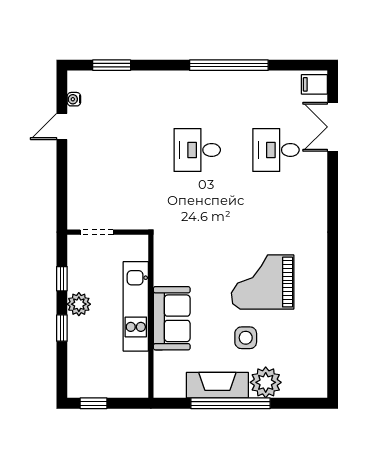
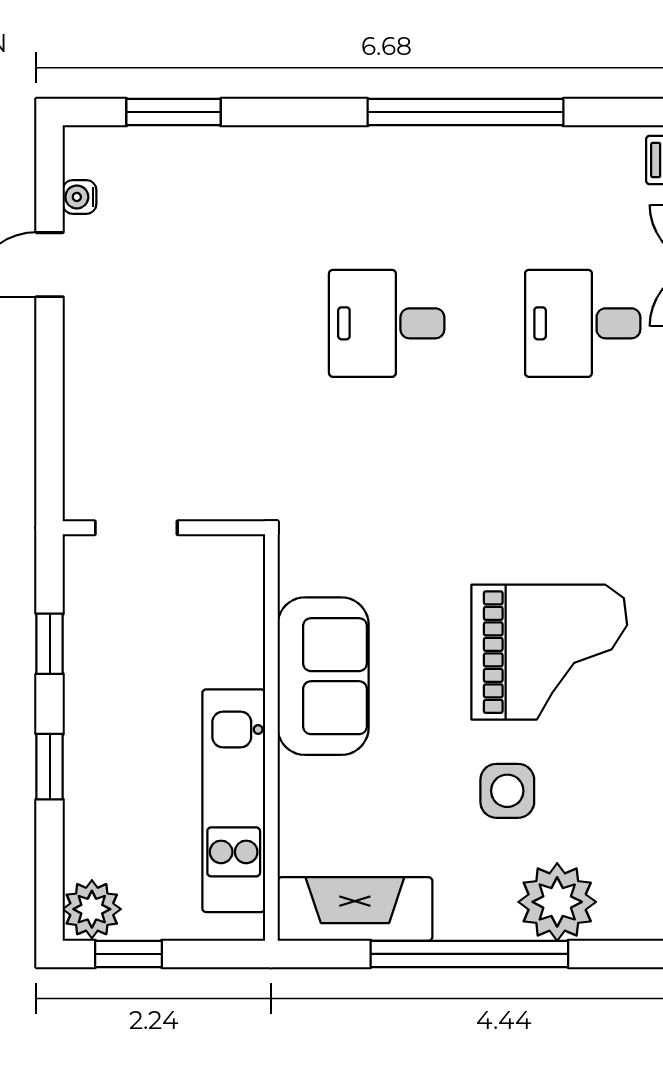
grand piano: (263, 282) -> (549, 652), turned 180
plant: (79, 304) -> (92, 909), moved
kitchen unit: (136, 306) -> (234, 801), moved
sofa: (172, 318) -> (323, 676), moved
fireplace: (217, 385) -> (355, 909), moved

